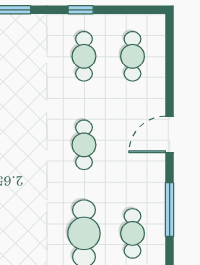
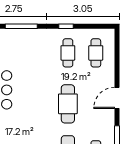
cafe table: (84, 145) -> (68, 104), width x1.37, depth x1.35

